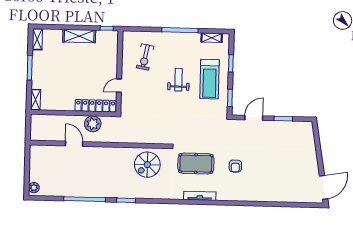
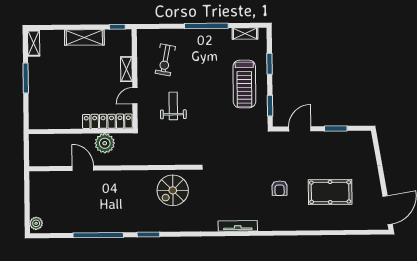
weight bench: (179, 80) -> (173, 106), moved
shelving: (36, 100) -> (126, 69), moved
pool table: (196, 164) -> (330, 192), moved

